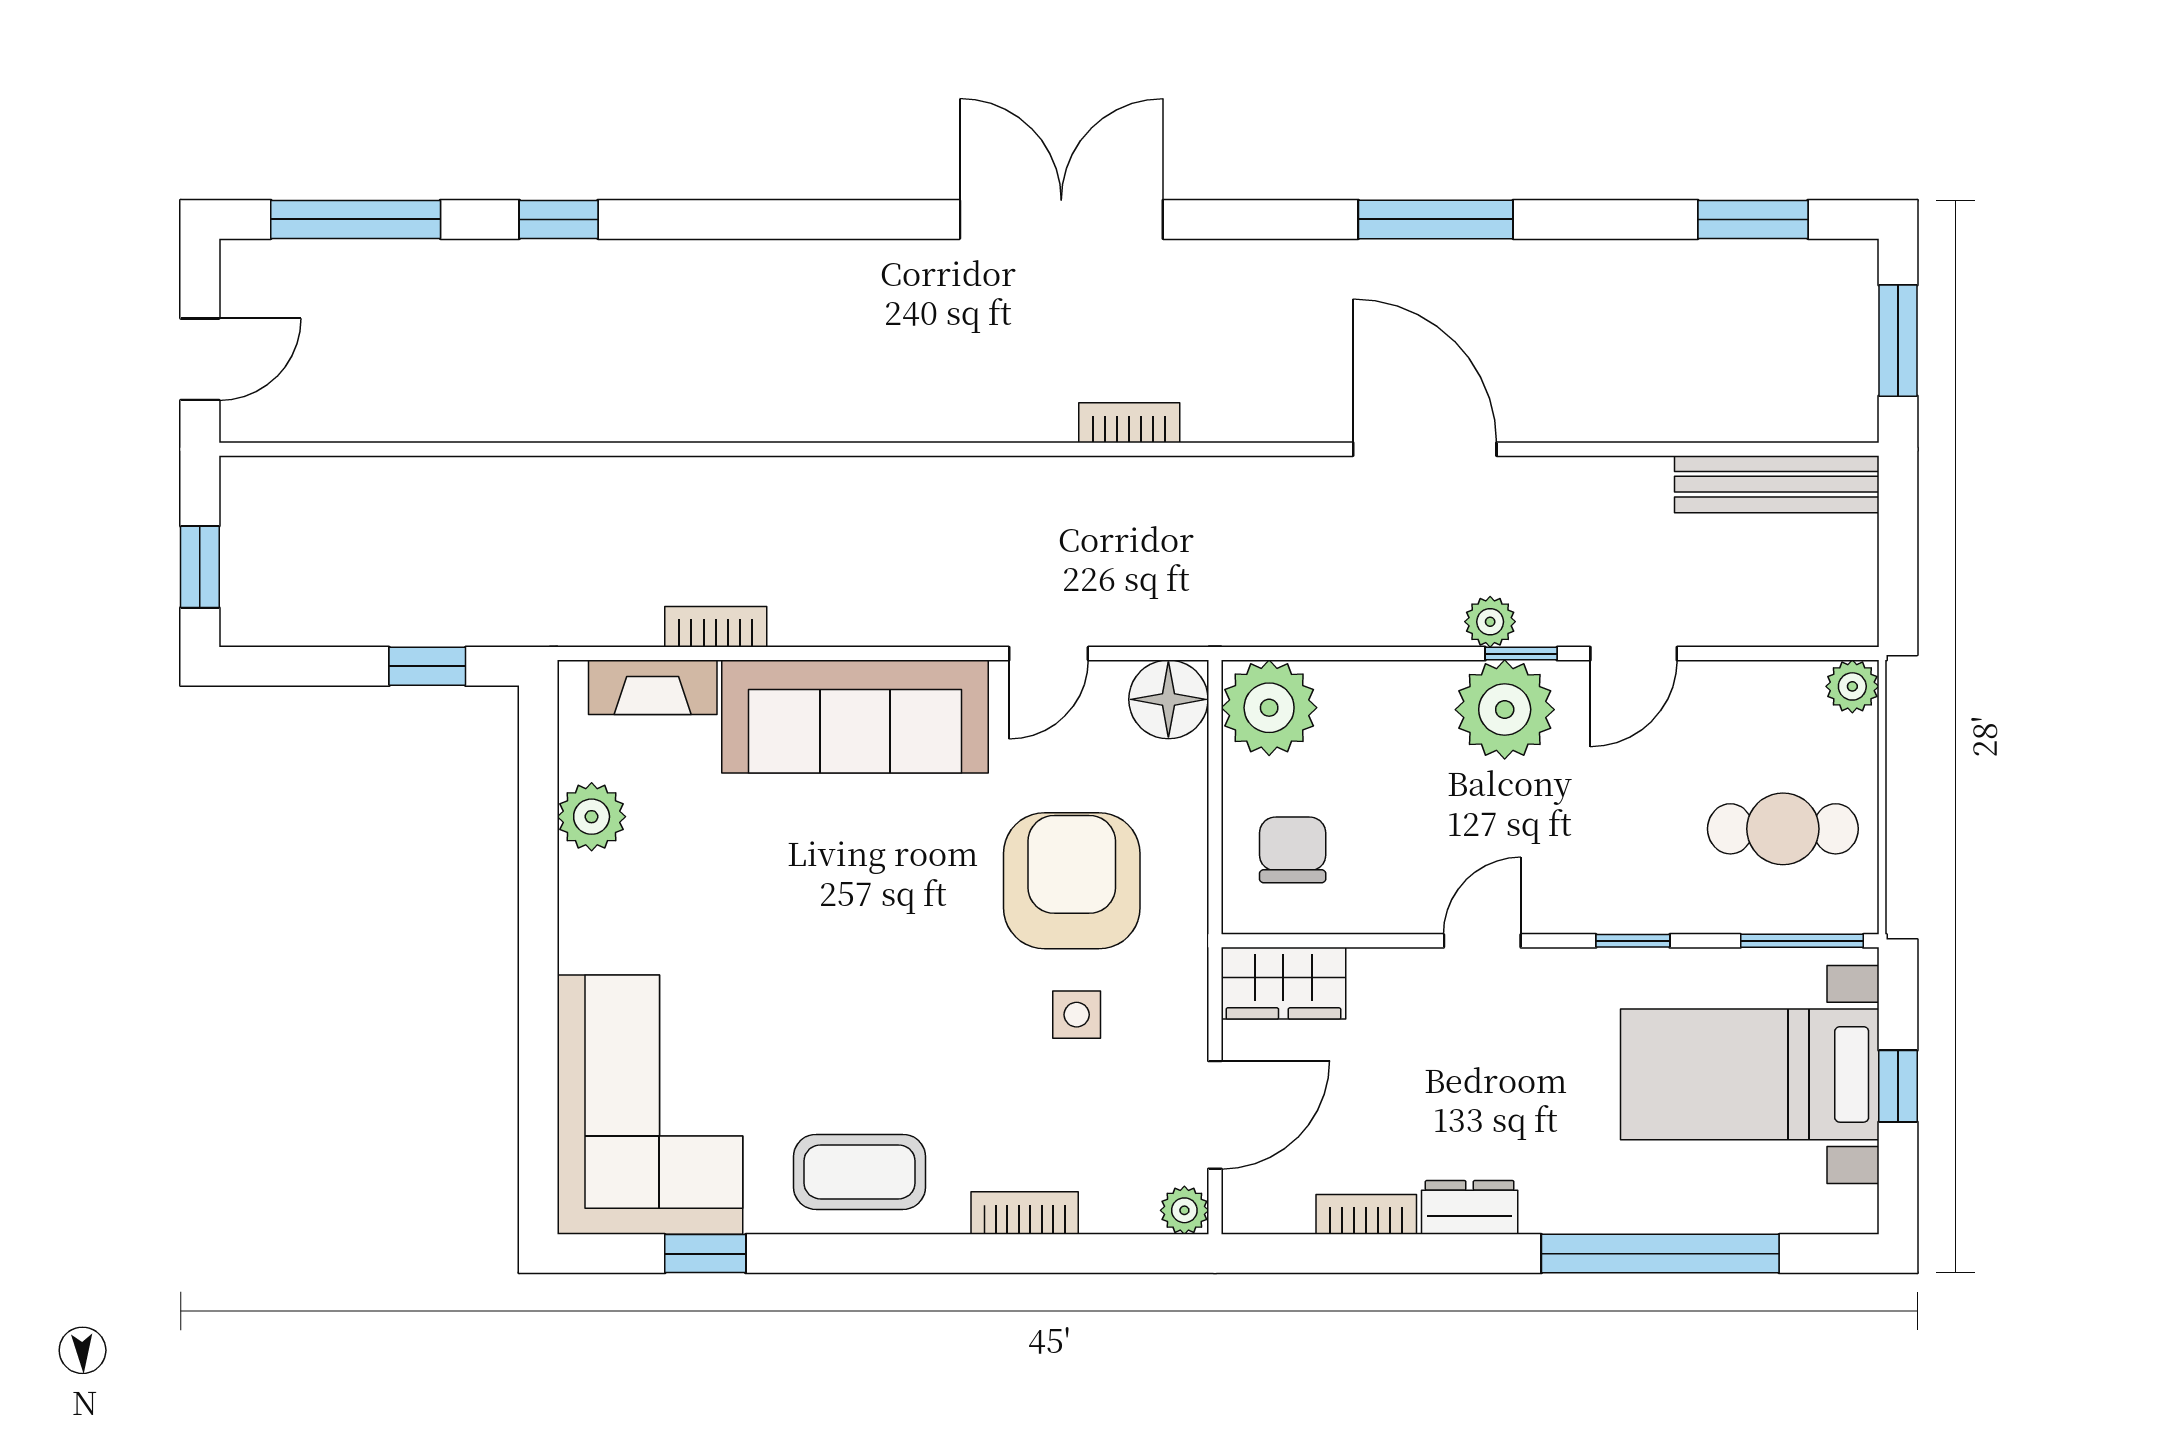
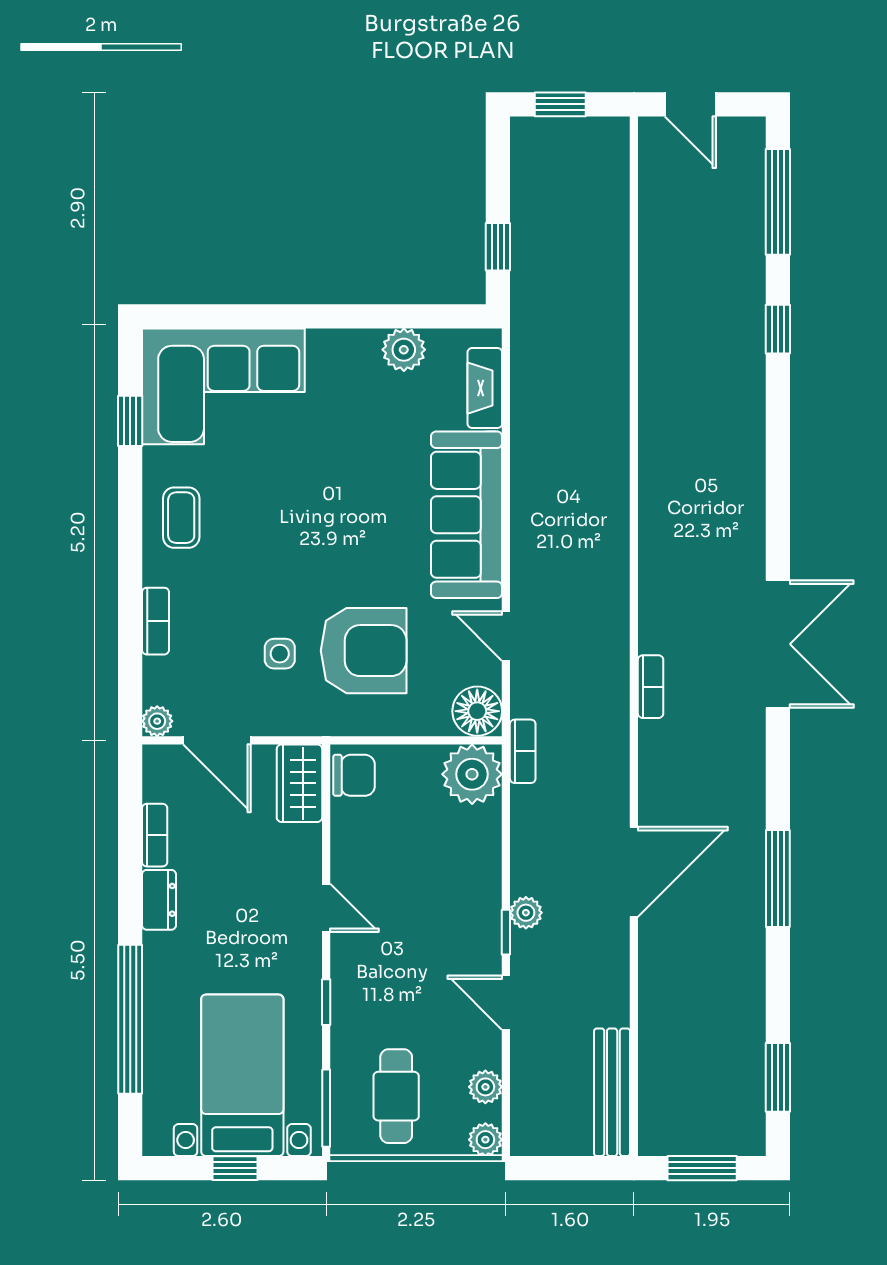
bookcase: (716, 627) -> (523, 751), moved
plant: (1505, 710) -> (485, 1087), moved, width x0.53, depth x0.53
chair: (1293, 850) -> (354, 775), moved
coffee table: (860, 1172) -> (181, 518), width x0.73, depth x0.77

